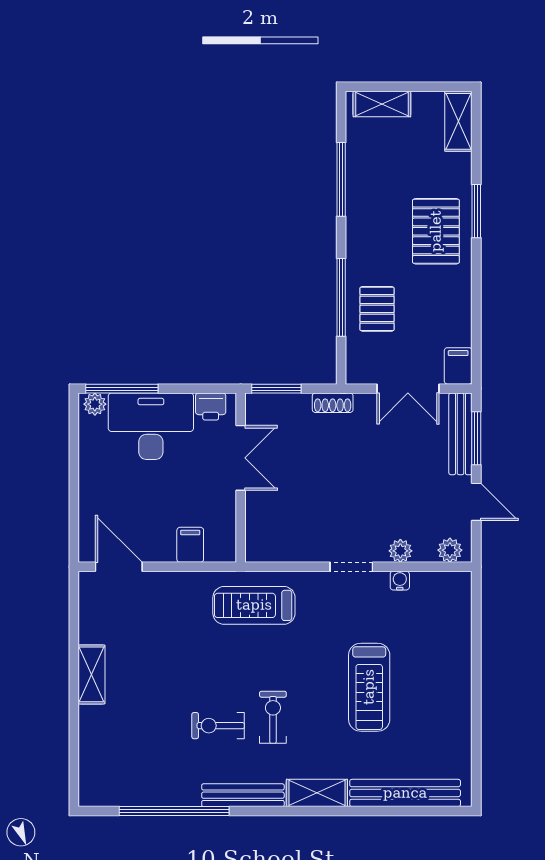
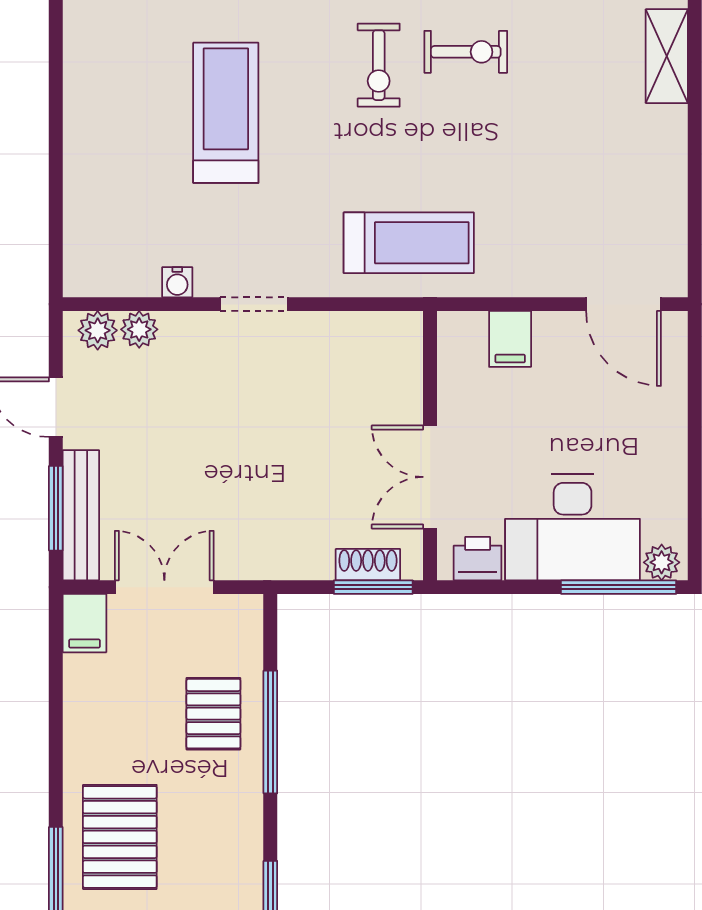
shoe rack: (333, 403) -> (368, 565), moved
plant: (400, 551) -> (139, 329), moved
shelving: (92, 674) -> (667, 56), moved

